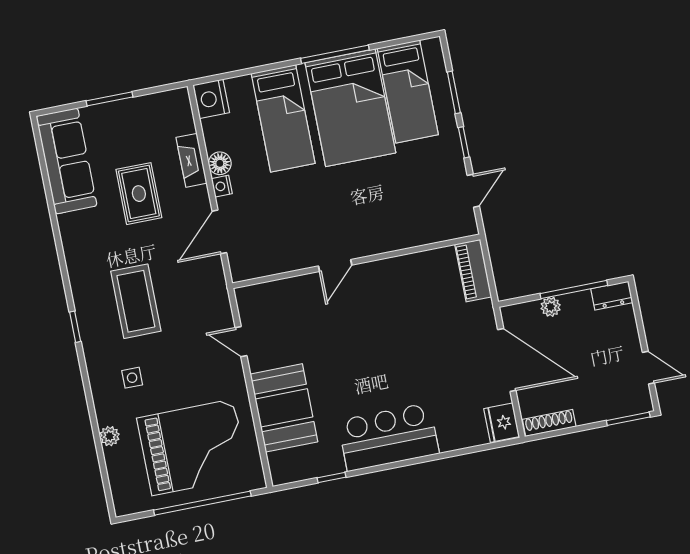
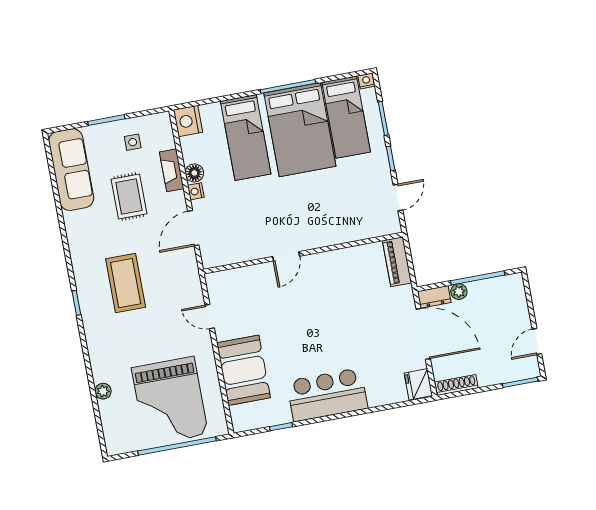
nightstand: (432, 46) -> (366, 81), added
dresser: (612, 296) -> (434, 297), moved
door: (648, 368) -> (537, 341), swing flipped
side table: (132, 378) -> (133, 142), moved
grand piano: (193, 447) -> (170, 401), turned 90

